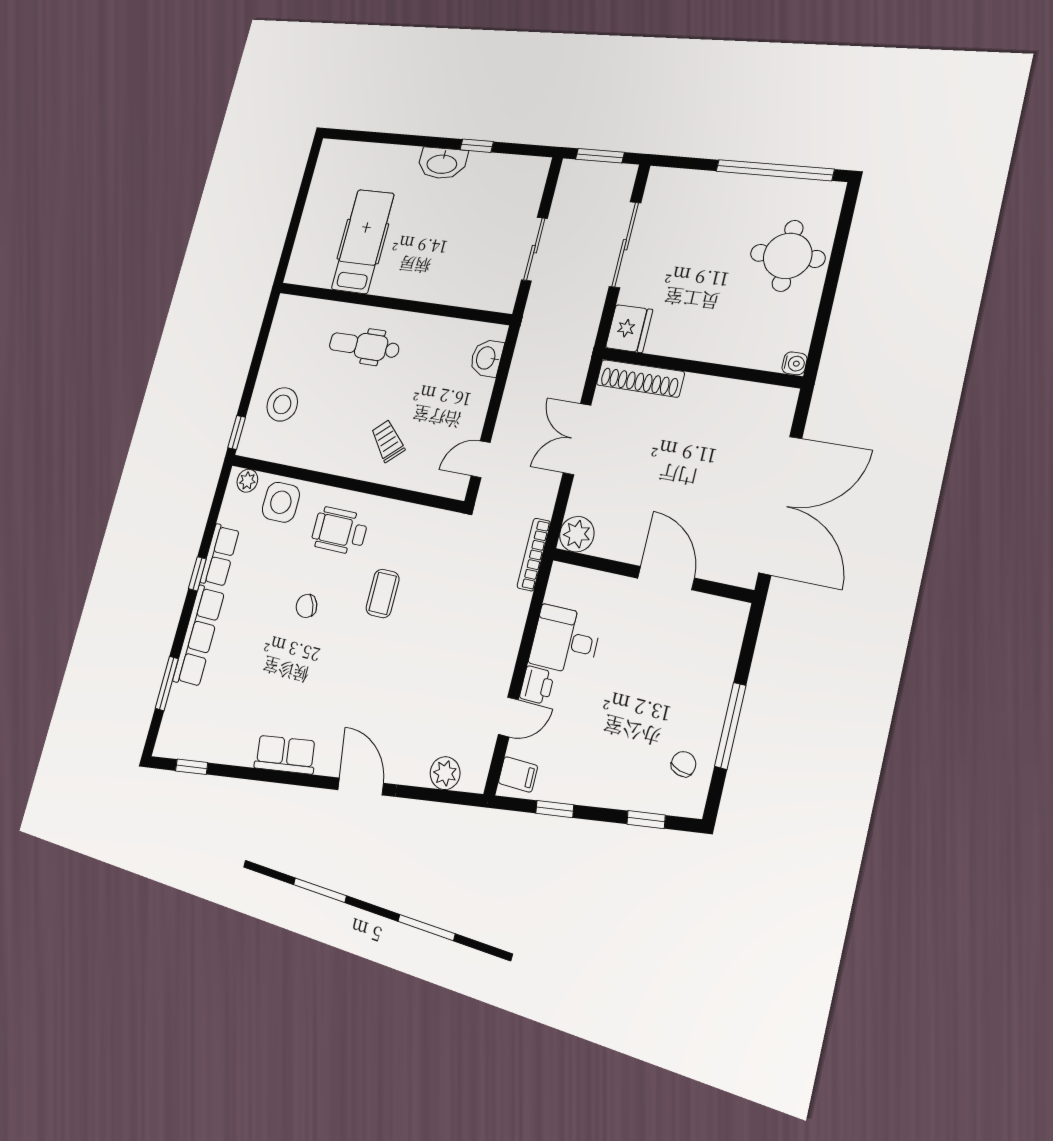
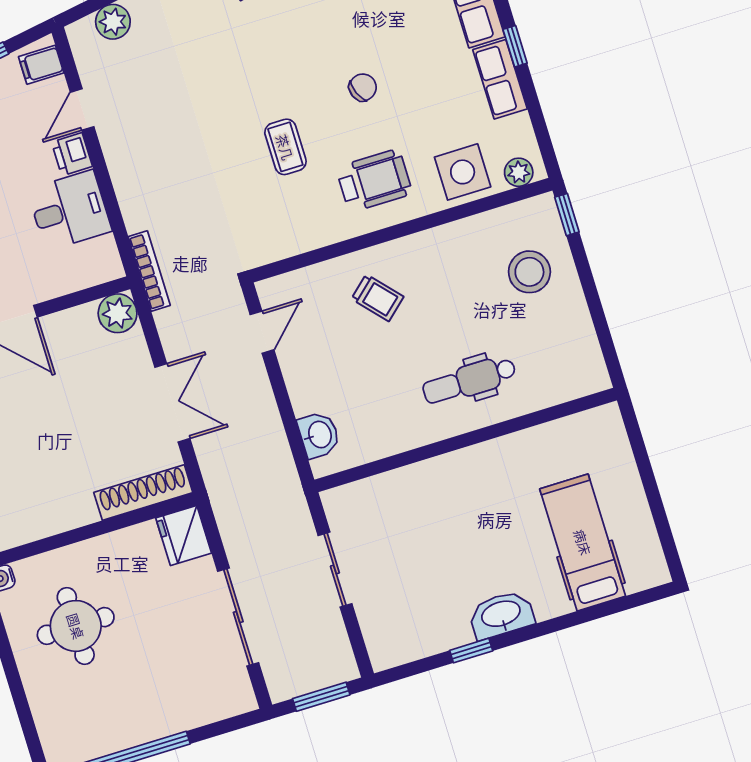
hospital bed: (363, 241) -> (583, 542), moved, turned 180
round table: (788, 256) -> (76, 626), moved
dental chair: (364, 346) -> (469, 380), turned 180

